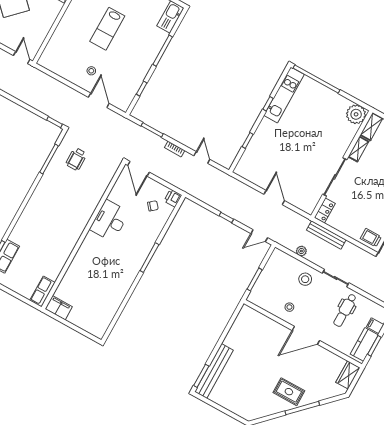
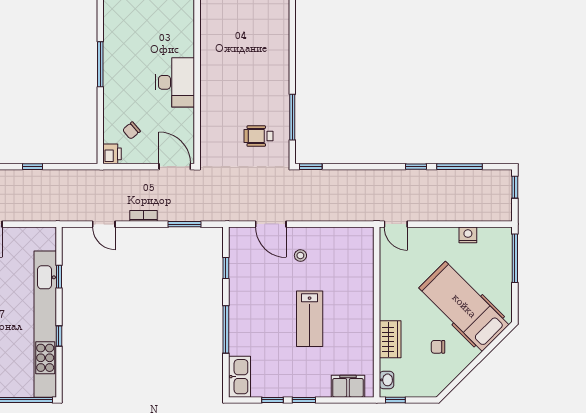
lab bench: (107, 29) -> (310, 319), turned 180
kitchen unit: (284, 95) -> (45, 324), width x1.86
wheelchair: (76, 159) -> (258, 136), turned -90

